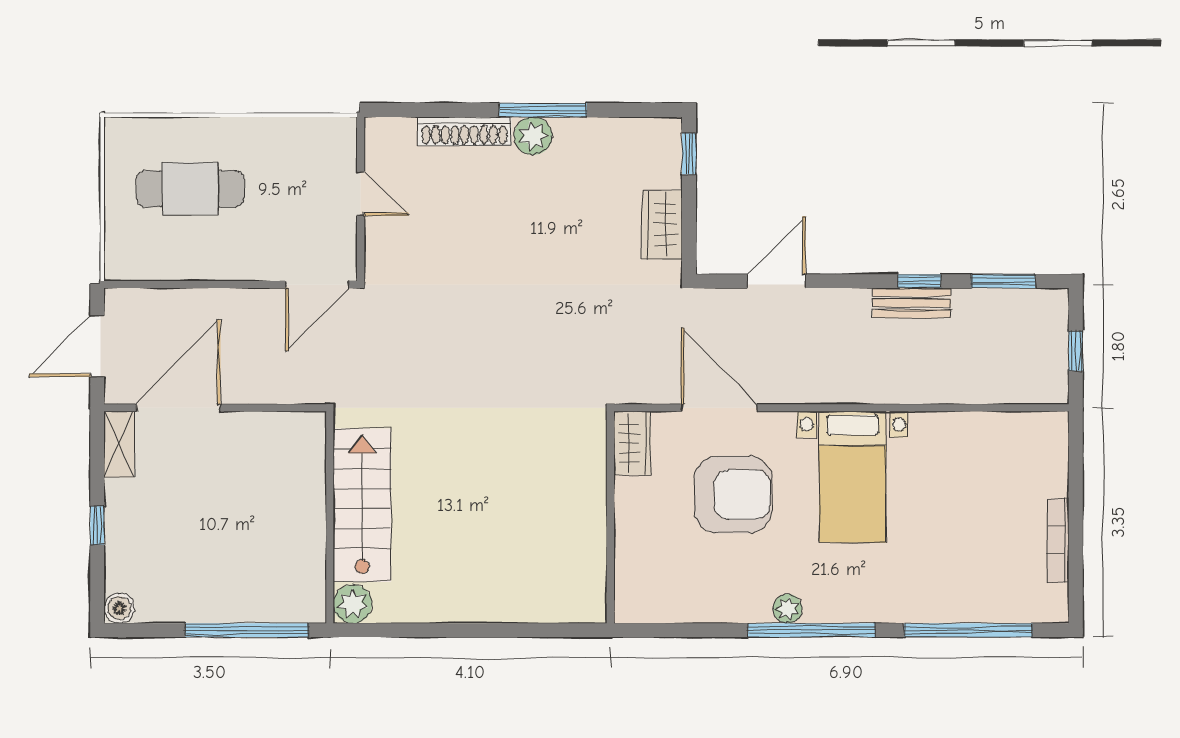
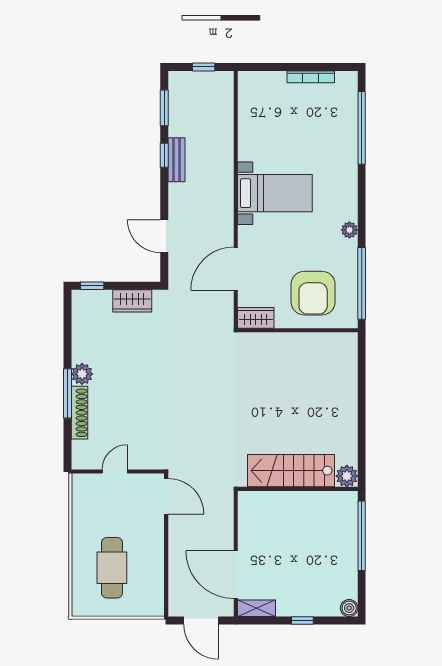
window: (543, 110) -> (67, 393), moved
armchair: (733, 495) -> (313, 293), moved, turned 180
window: (812, 630) -> (362, 283), moved

